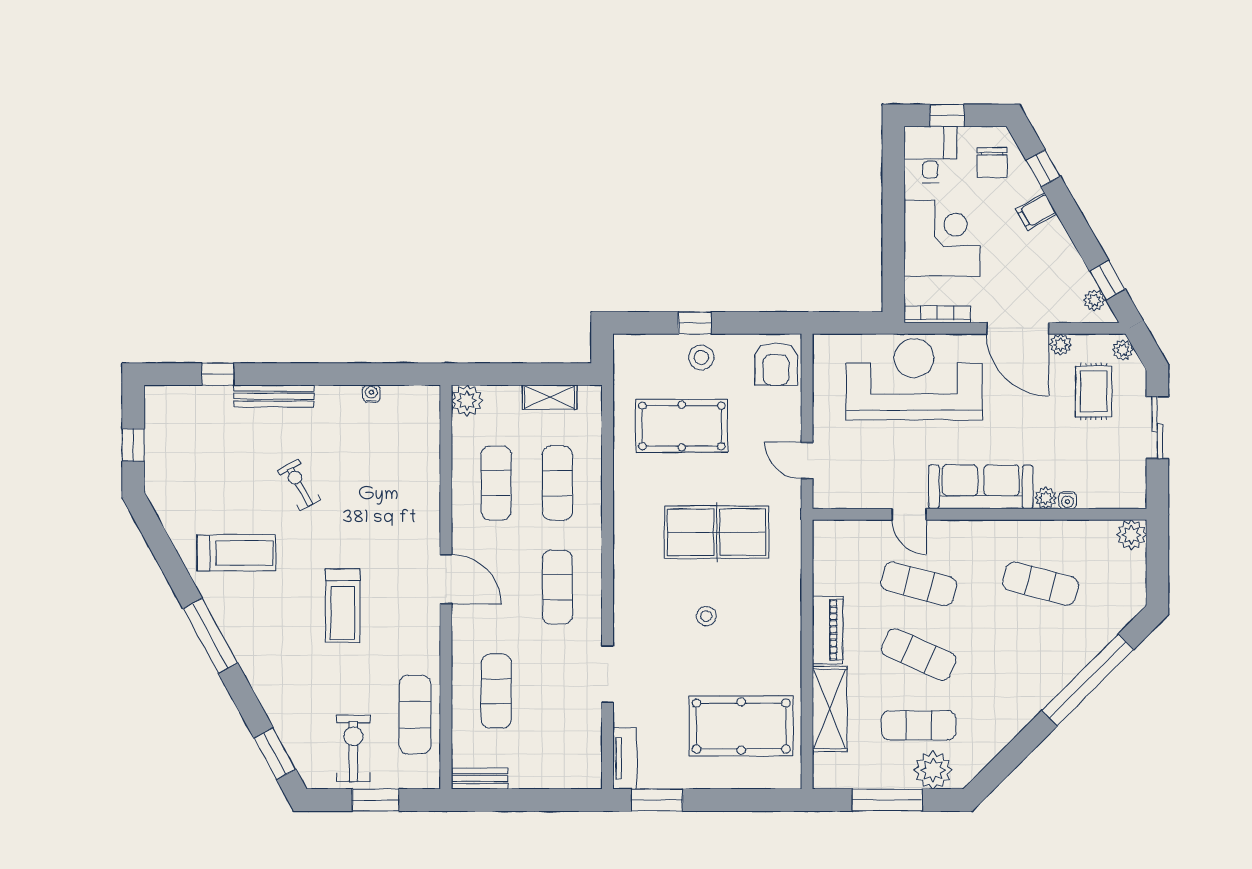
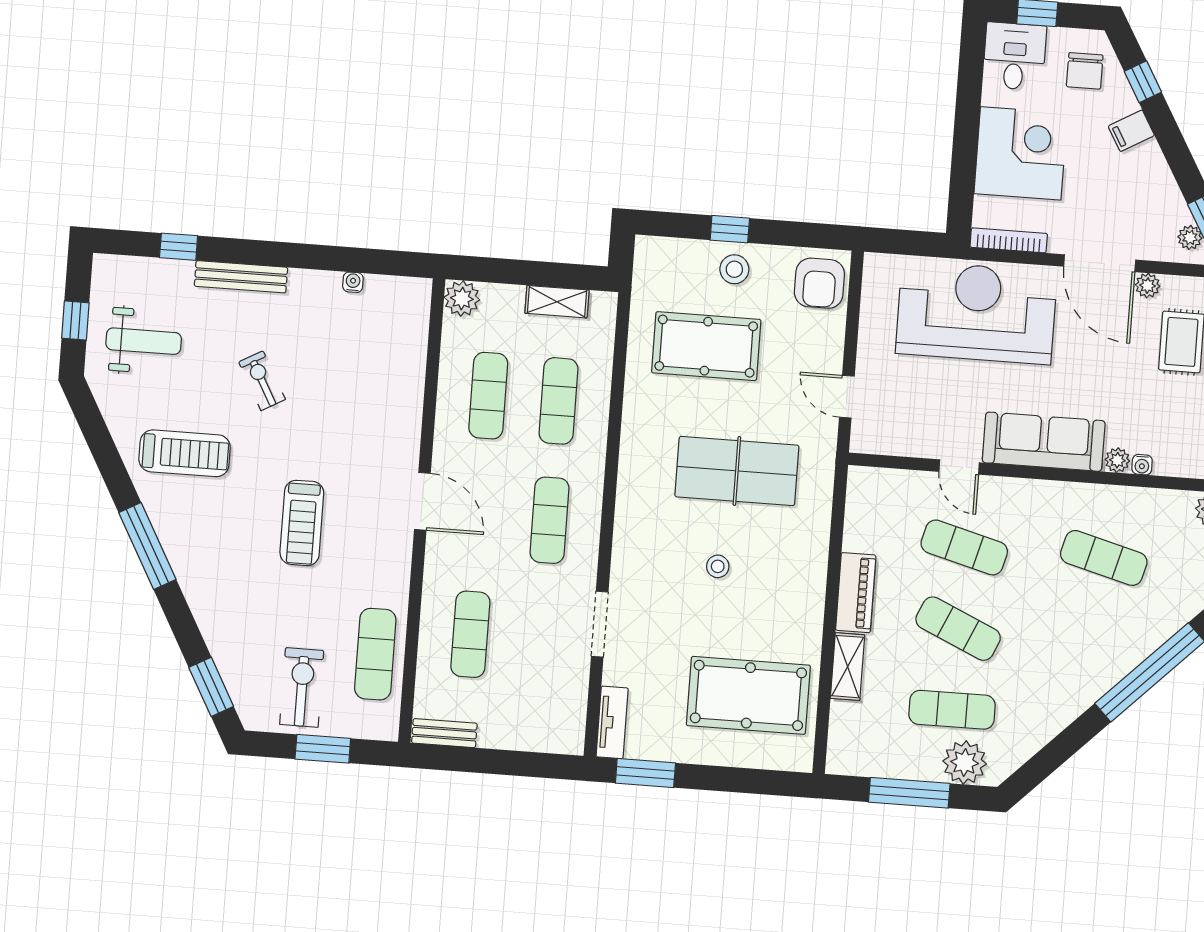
weight bench: (194, 458) -> (144, 341), added
shelving: (830, 709) -> (848, 667), width x0.67, depth x0.75

